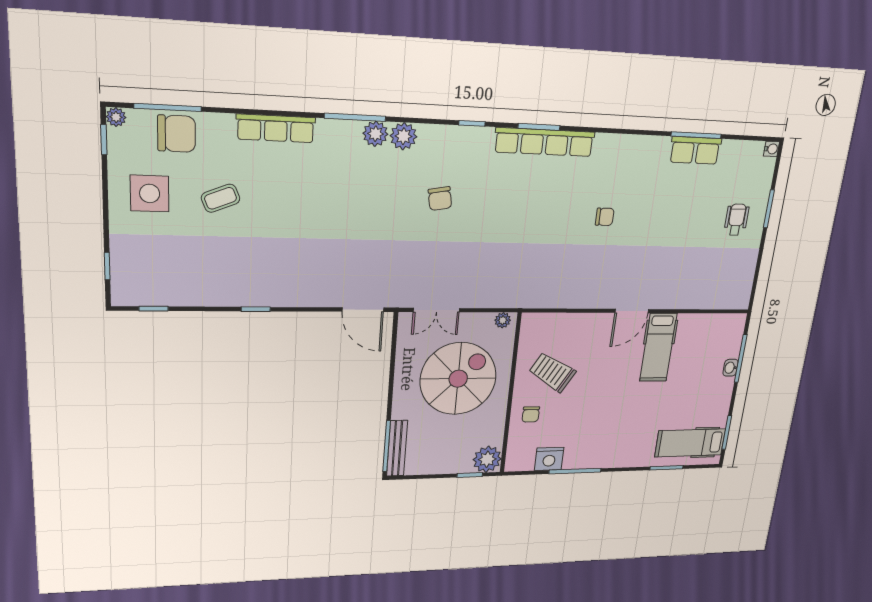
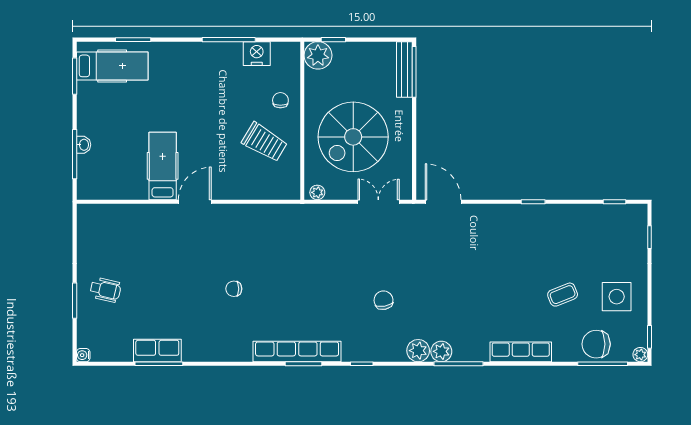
wheelchair: (737, 220) -> (105, 290), turned -77

